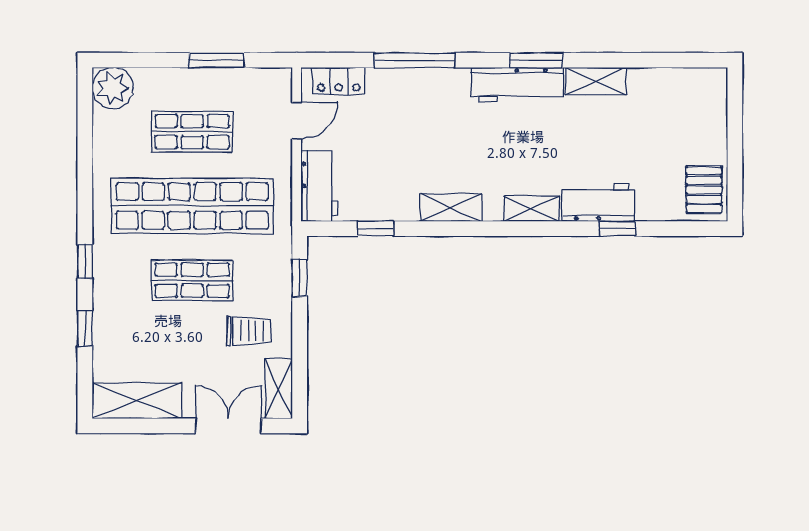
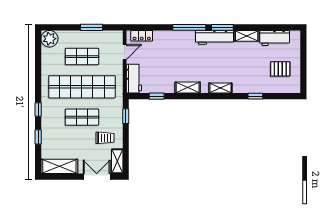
window: (415, 60) -> (189, 27), moved
pallet: (704, 190) -> (280, 69), moved, turned 90
workbench: (598, 203) -> (275, 38), moved, turned 180

